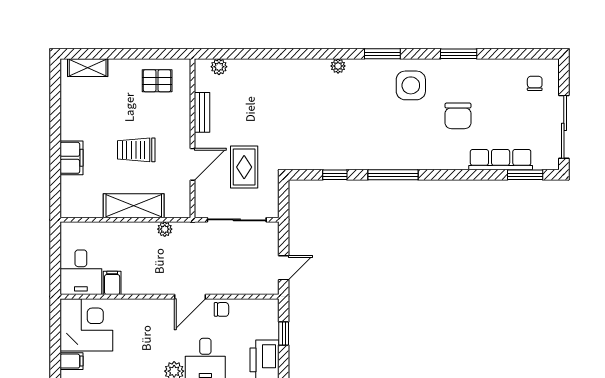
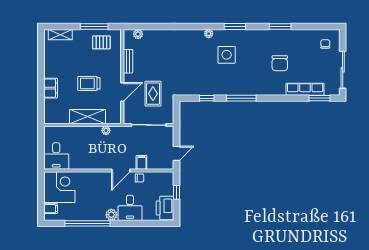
window: (145, 54) -> (94, 26), added
side table: (411, 85) -> (227, 55), moved
filing cabinet: (112, 283) -> (141, 162), moved

